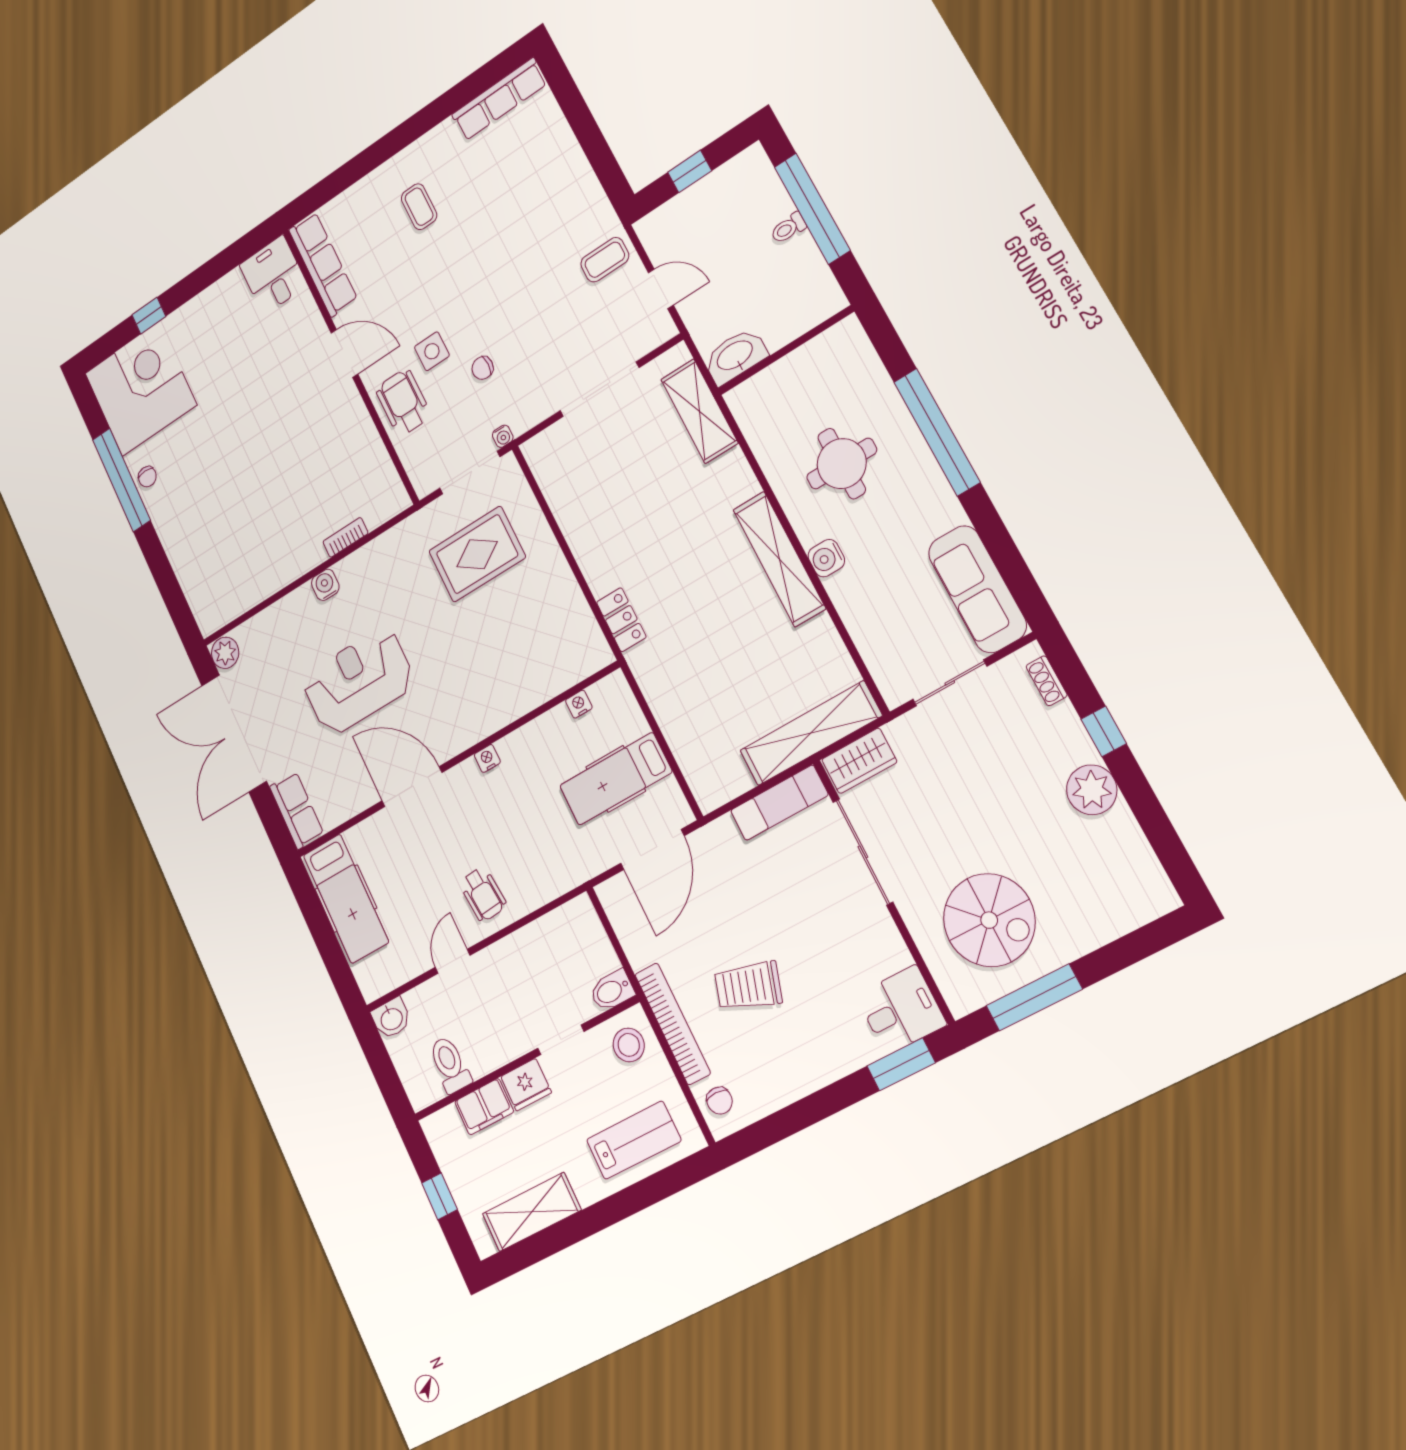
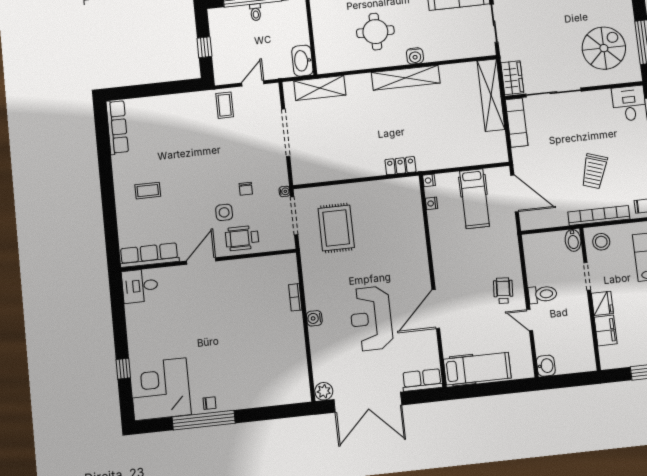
nightstand: (487, 758) -> (429, 180), moved
wheelchair: (483, 894) -> (503, 291), turned -81
toilet: (450, 1065) -> (543, 294), moved, turned 180

